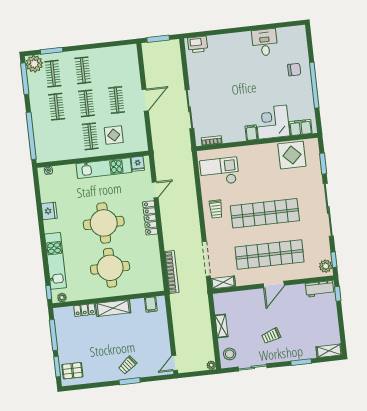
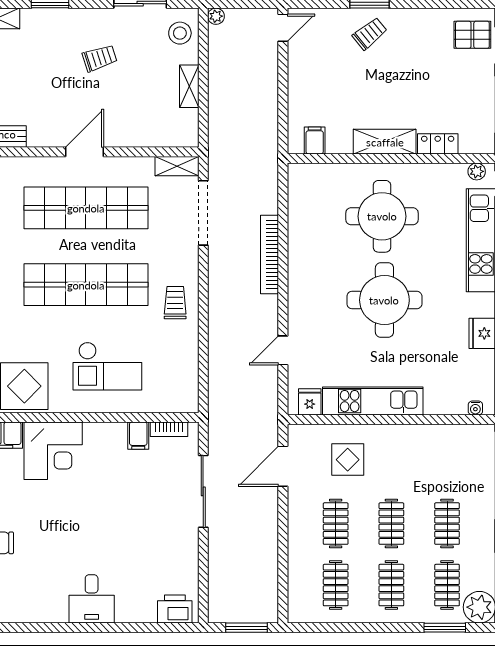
desk: (265, 42) -> (92, 599), moved
door: (145, 100) -> (283, 466), moved
filing cabinet: (251, 133) -> (138, 436), moved
clothes rail: (90, 136) -> (336, 585), moved
checkout: (219, 172) -> (107, 366), moved
locker: (150, 218) -> (298, 300), removed
bookcase: (172, 272) -> (270, 254), moved

